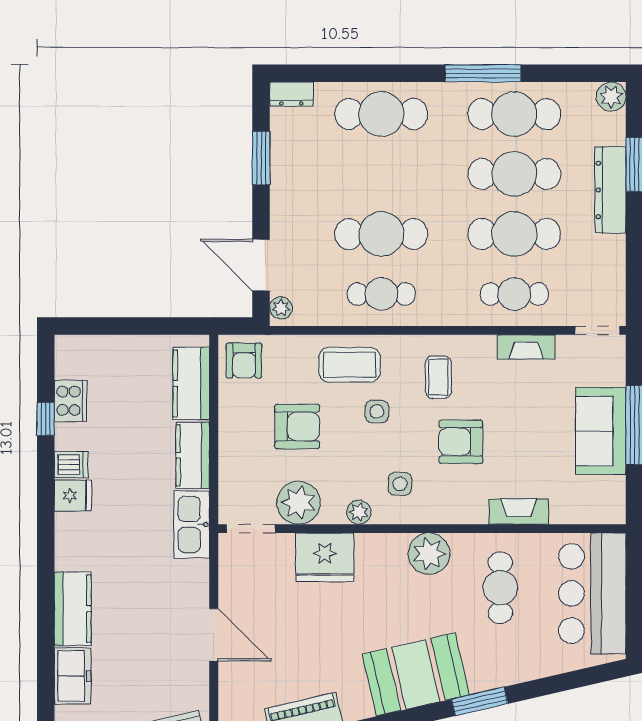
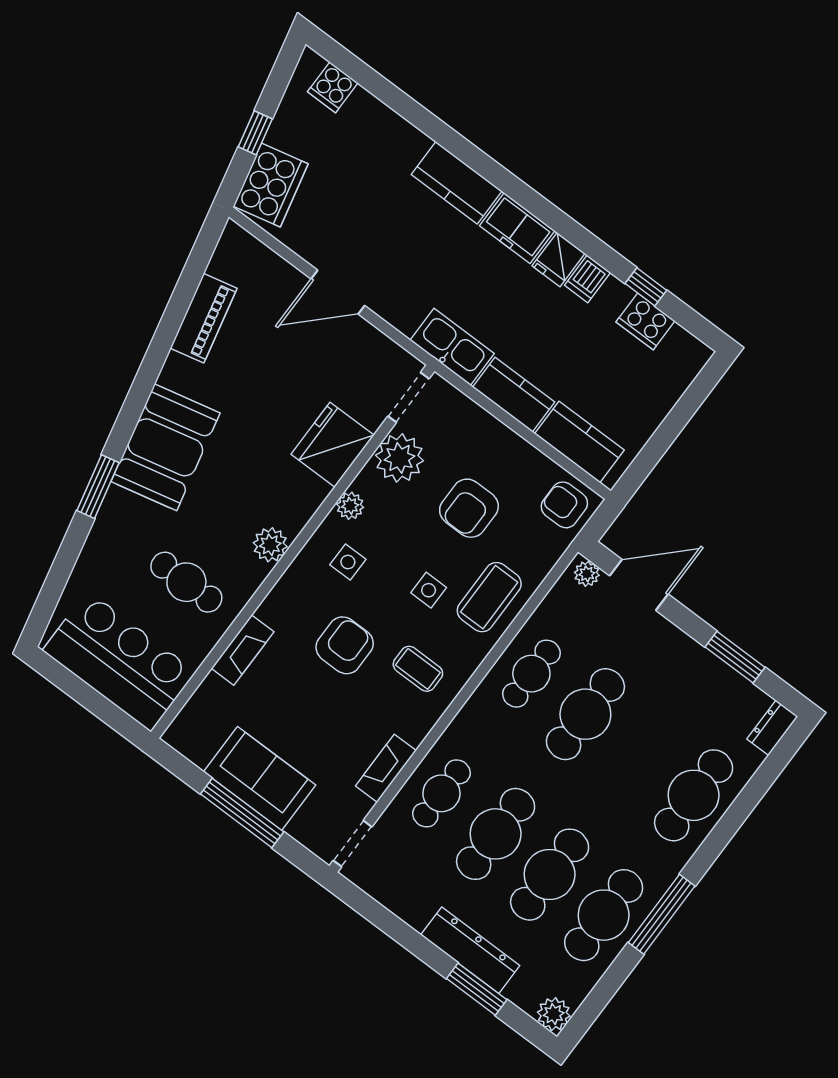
plant: (429, 554) -> (270, 545), width x0.73, depth x0.73
freezer: (73, 676) -> (517, 228), moved

